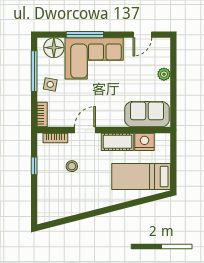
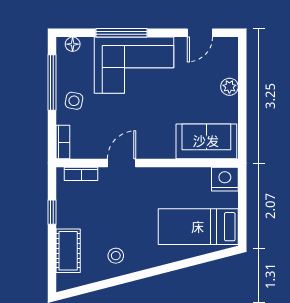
floor lamp: (54, 48) -> (73, 44), width x0.53, depth x0.53
cot: (117, 142) -> (68, 251), moved, turned 90
nightstand: (144, 142) -> (225, 179), moved
stool: (72, 166) -> (116, 256), moved

